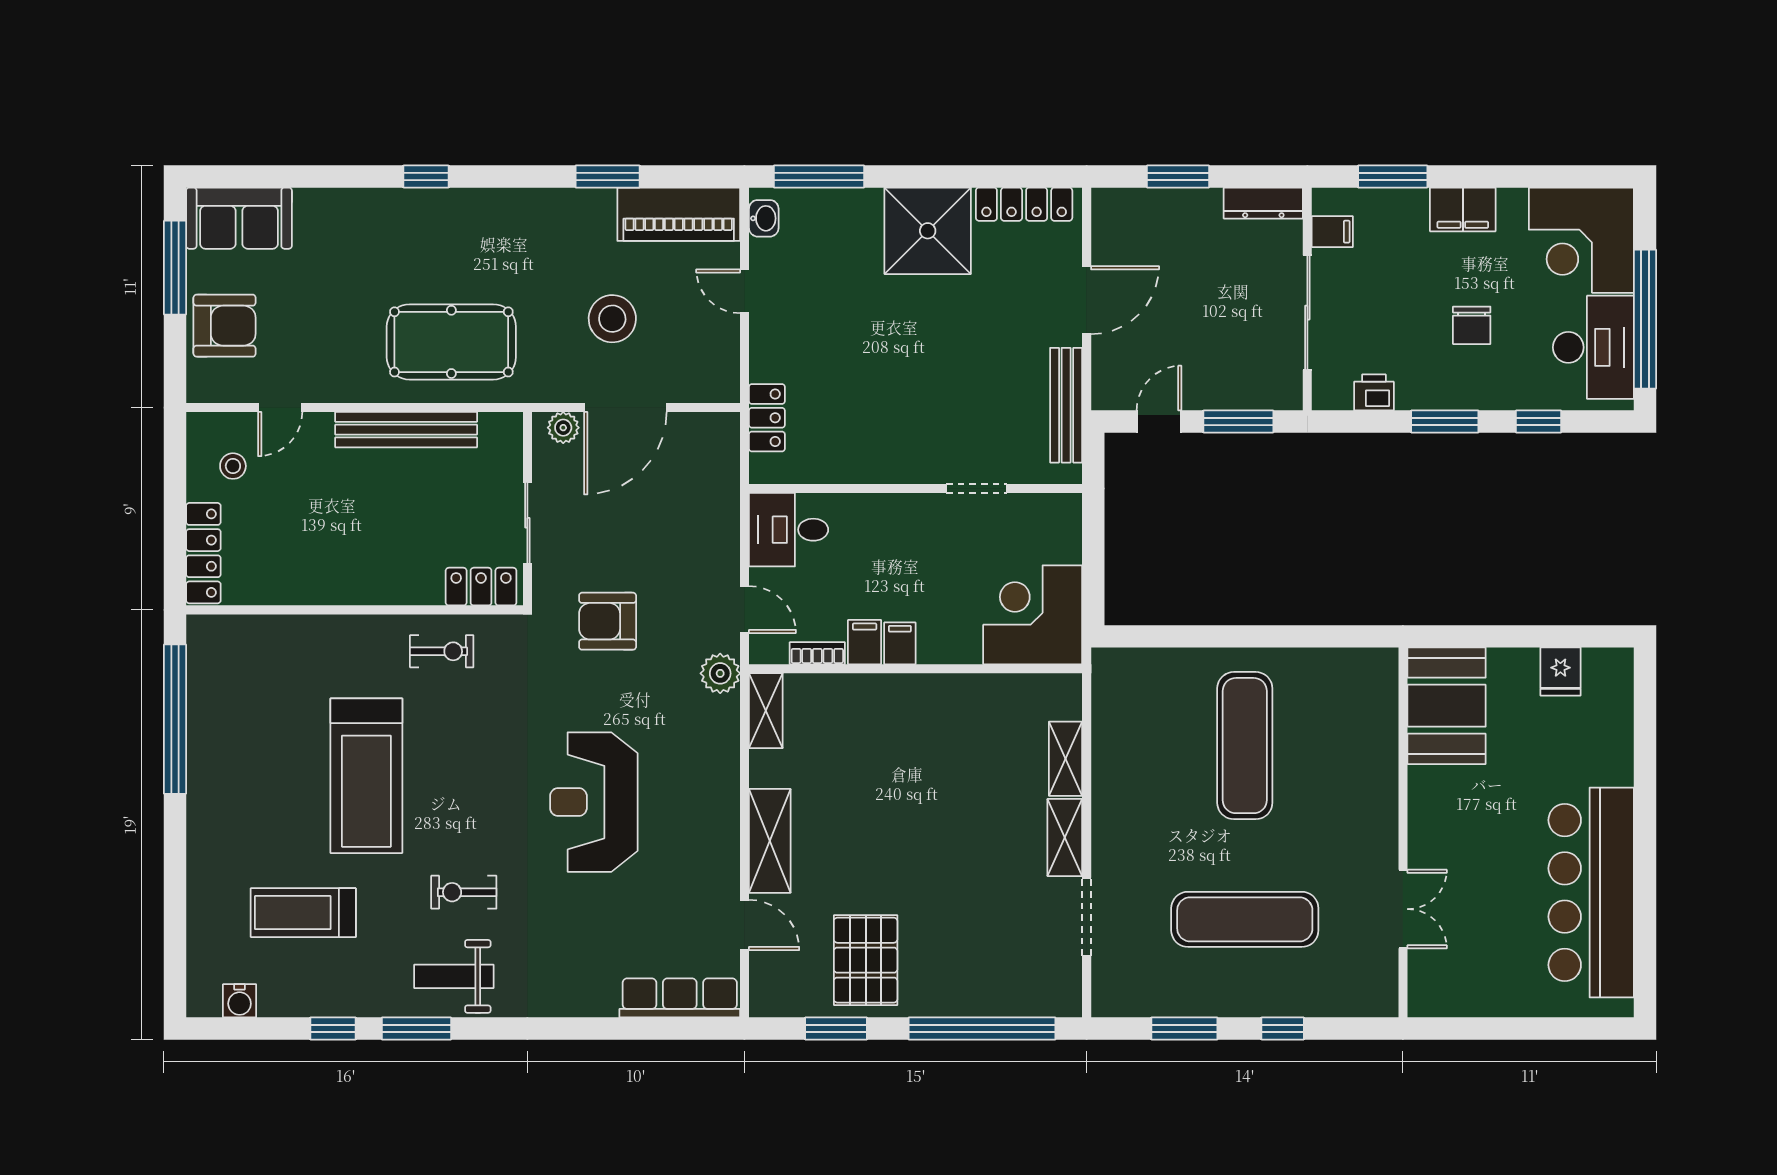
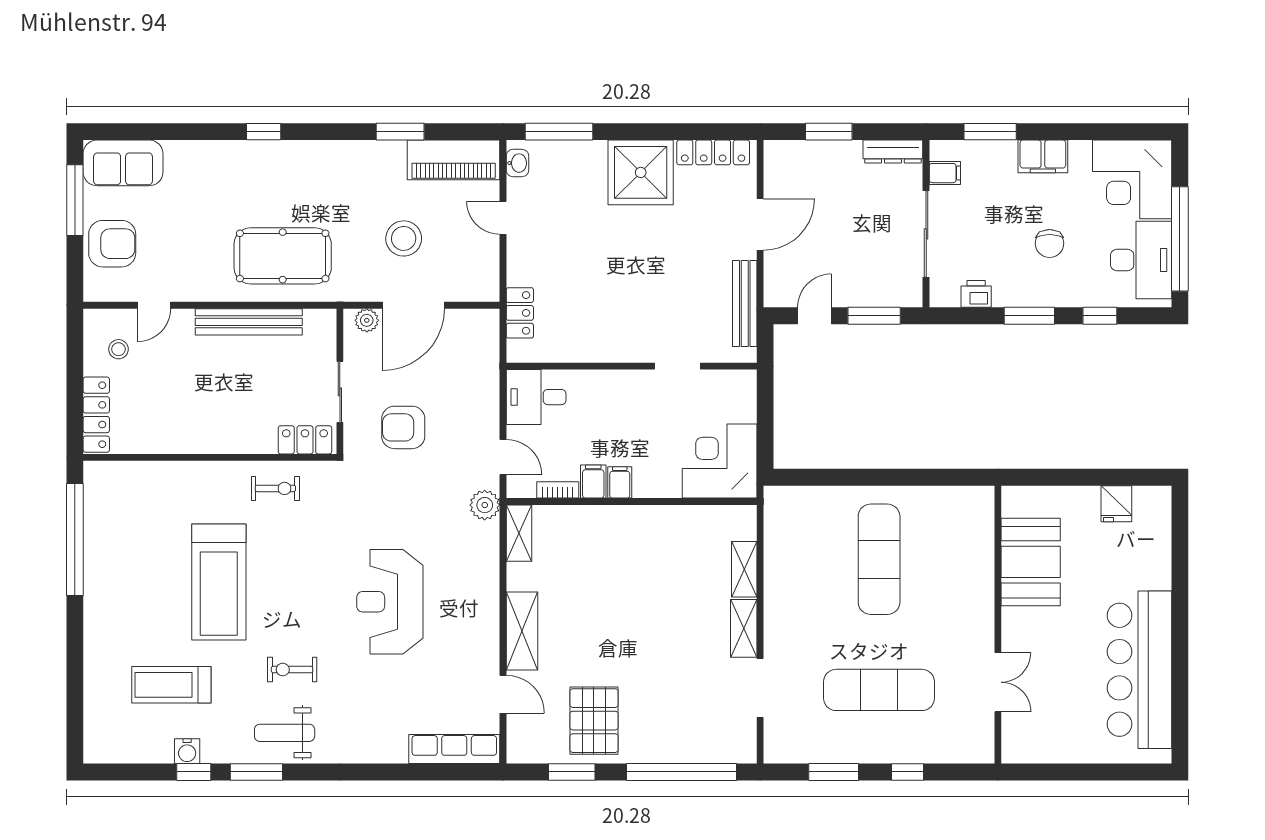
armchair: (608, 621) -> (403, 427), moved
booth: (1447, 706) -> (1031, 562), moved
water cooler: (240, 1001) -> (187, 751), moved

